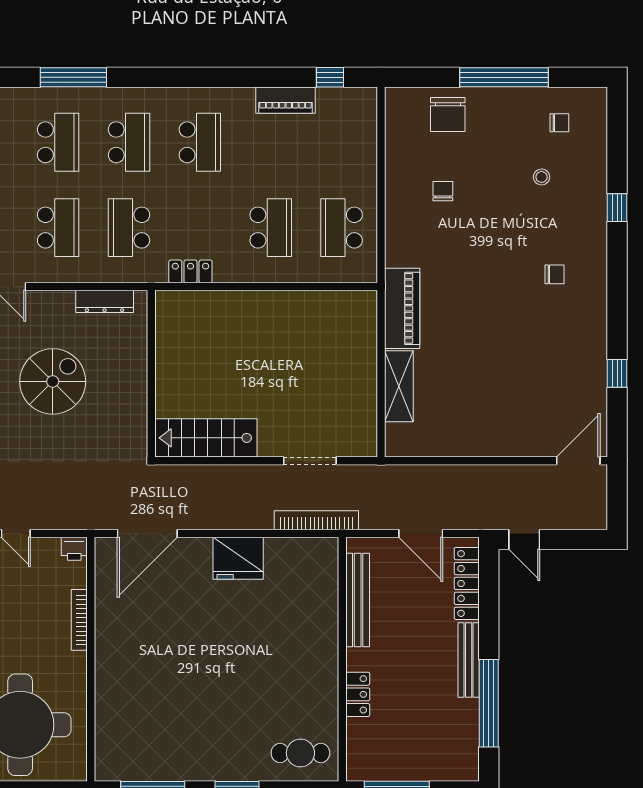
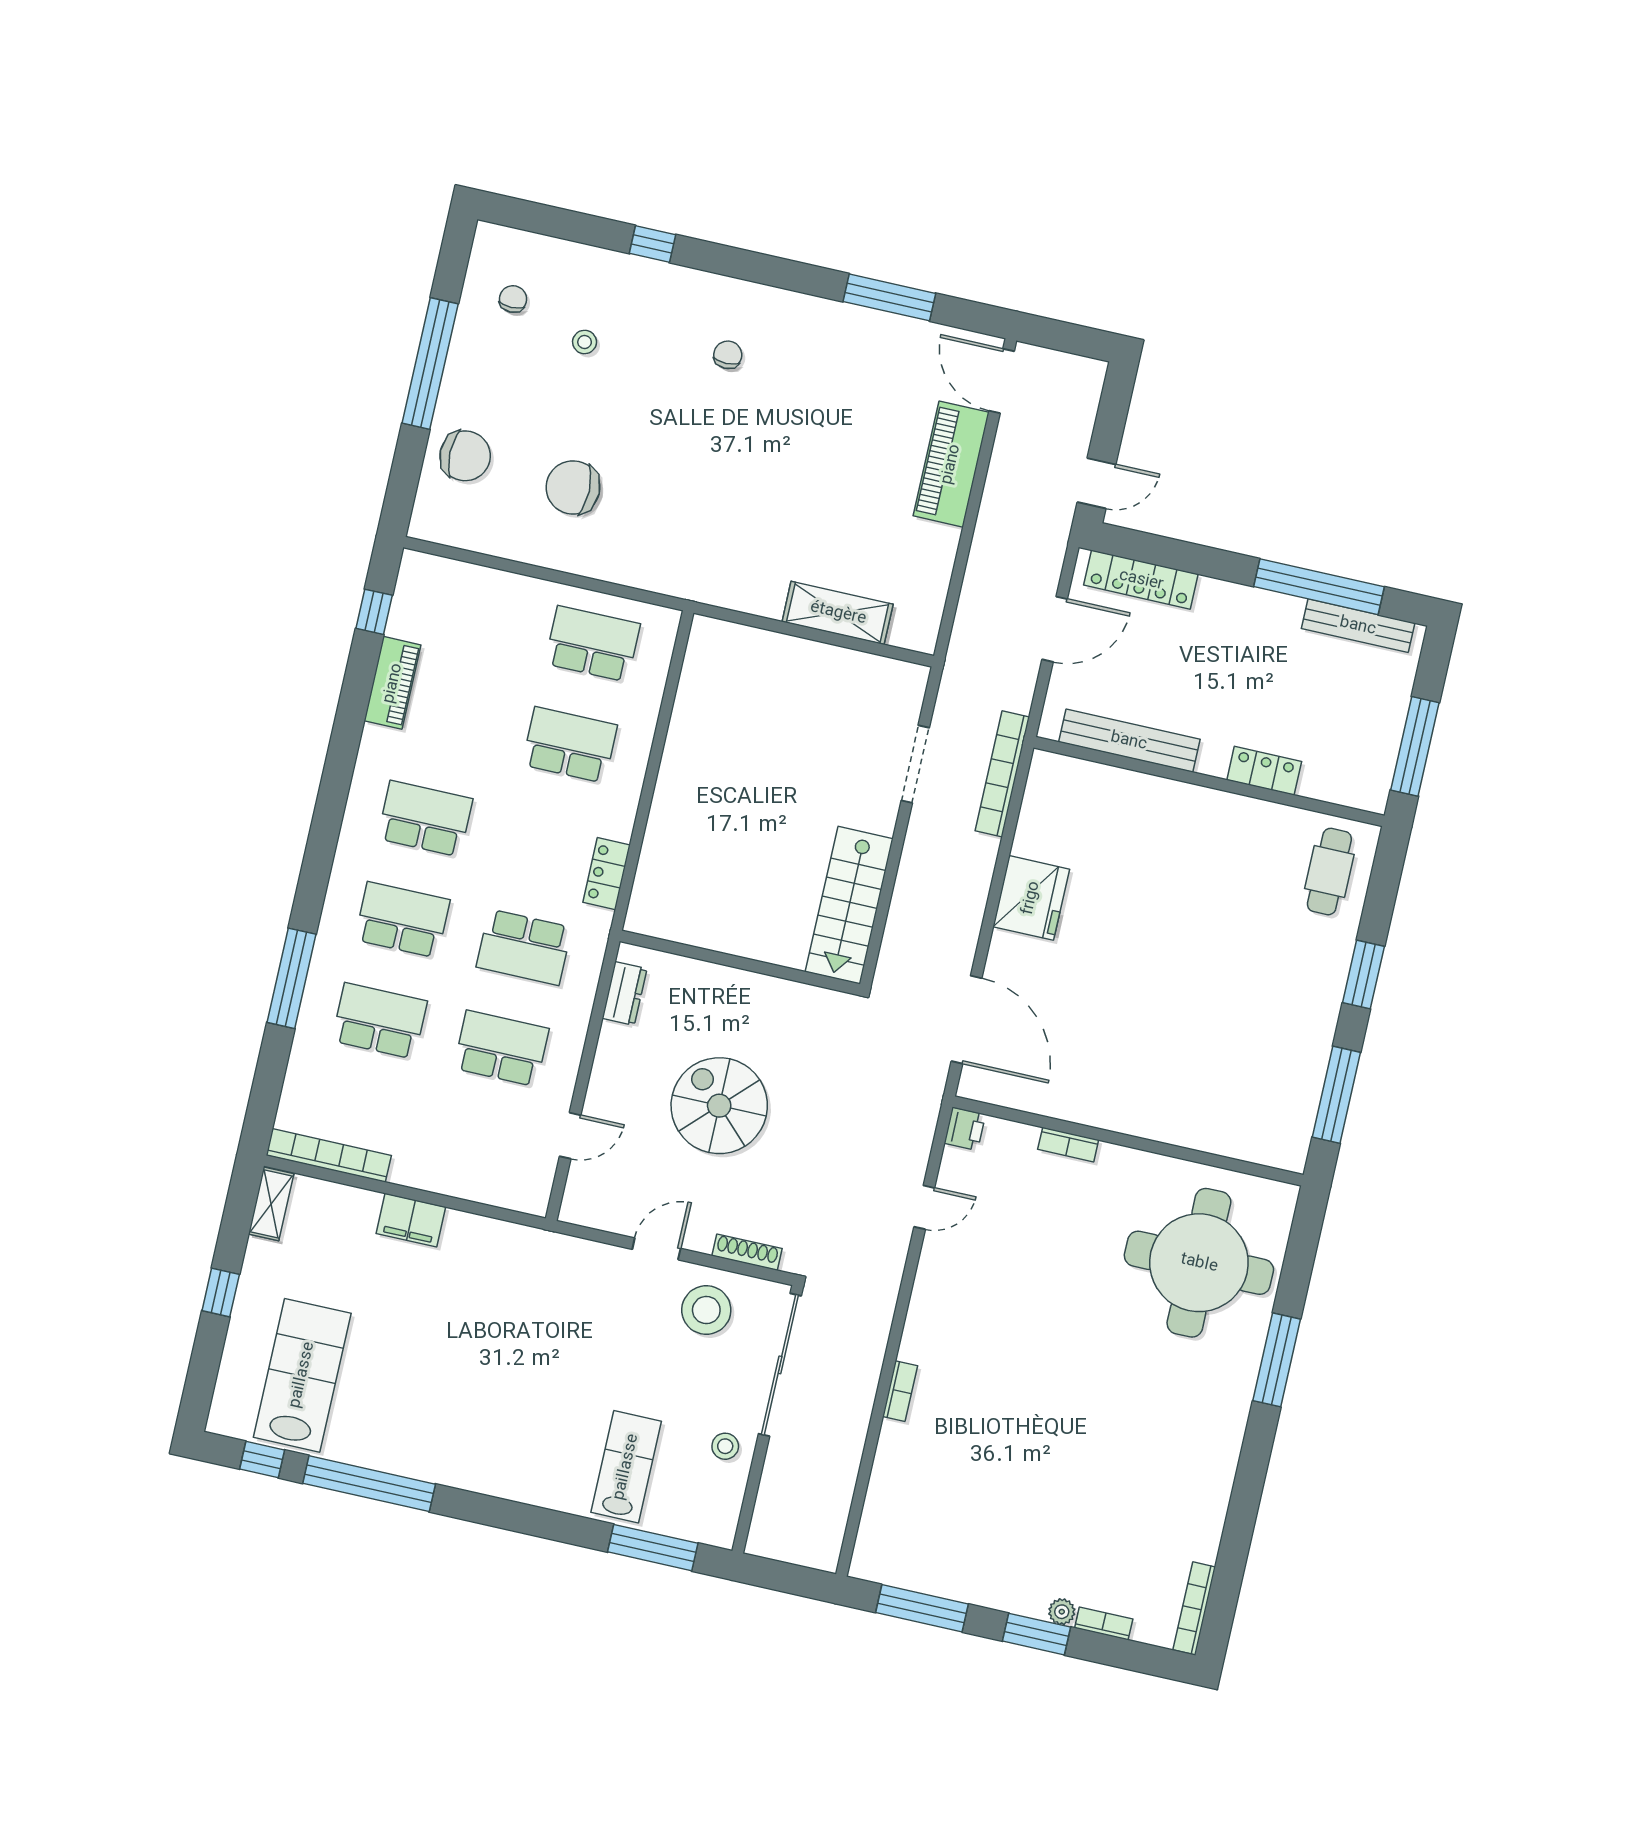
chair: (443, 191) -> (573, 487), width x1.87, depth x1.87
school desk: (342, 228) -> (592, 644), turned 180
dresser: (105, 301) -> (624, 993), width x0.70
piano: (402, 308) -> (951, 464), moved, turned -90
window: (617, 373) -> (889, 297), width x2.17
bookcase: (79, 620) -> (1068, 1145), width x0.64
bench: (469, 660) -> (1358, 626), moved

